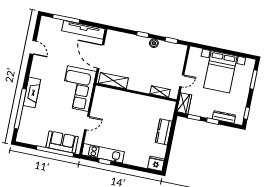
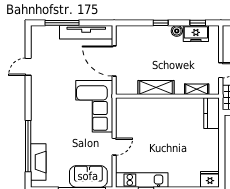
door: (33, 47) -> (28, 67), swing flipped
freezer: (168, 48) -> (196, 34), added
shelving: (113, 81) -> (156, 88), moved
fireplace: (32, 92) -> (38, 162), moved
kitchen counter: (164, 132) -> (212, 113), moved

